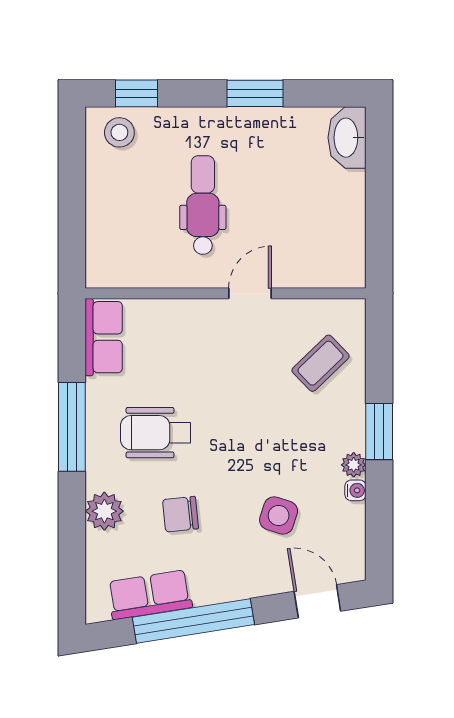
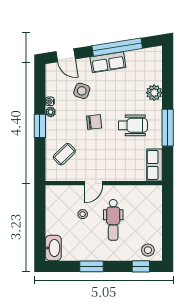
stool: (276, 219) -> (83, 214), added
chair: (181, 514) -> (94, 122), moved
row of seats: (150, 595) -> (108, 62), moved

